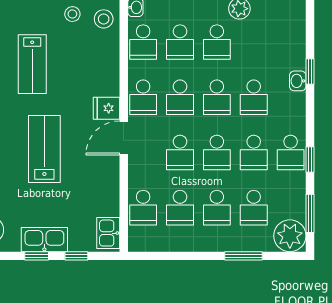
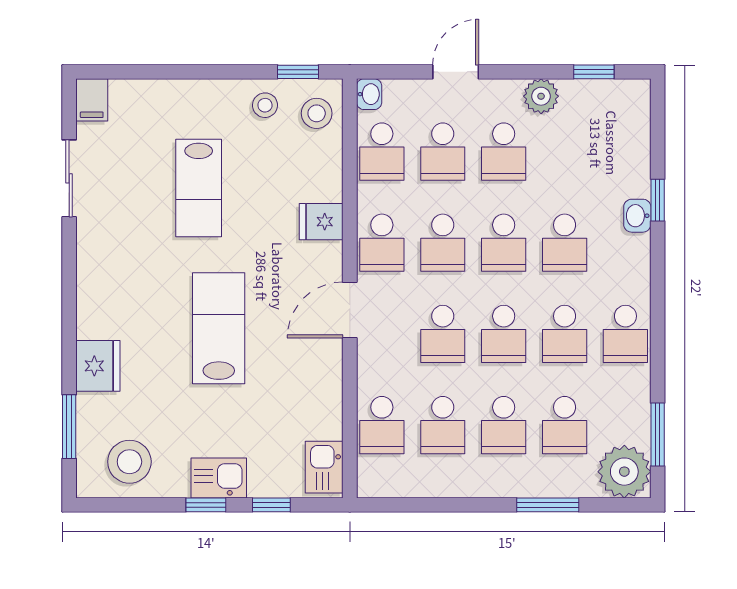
fridge: (106, 108) -> (321, 222), moved
window: (310, 159) -> (658, 345), removed
kitchen sink: (44, 240) -> (219, 478), width x0.73

